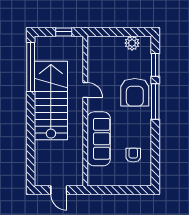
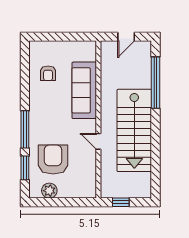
window: (31, 67) -> (156, 83), moved
armchair: (135, 92) -> (53, 159), moved
door: (59, 190) -> (126, 37), swing flipped

